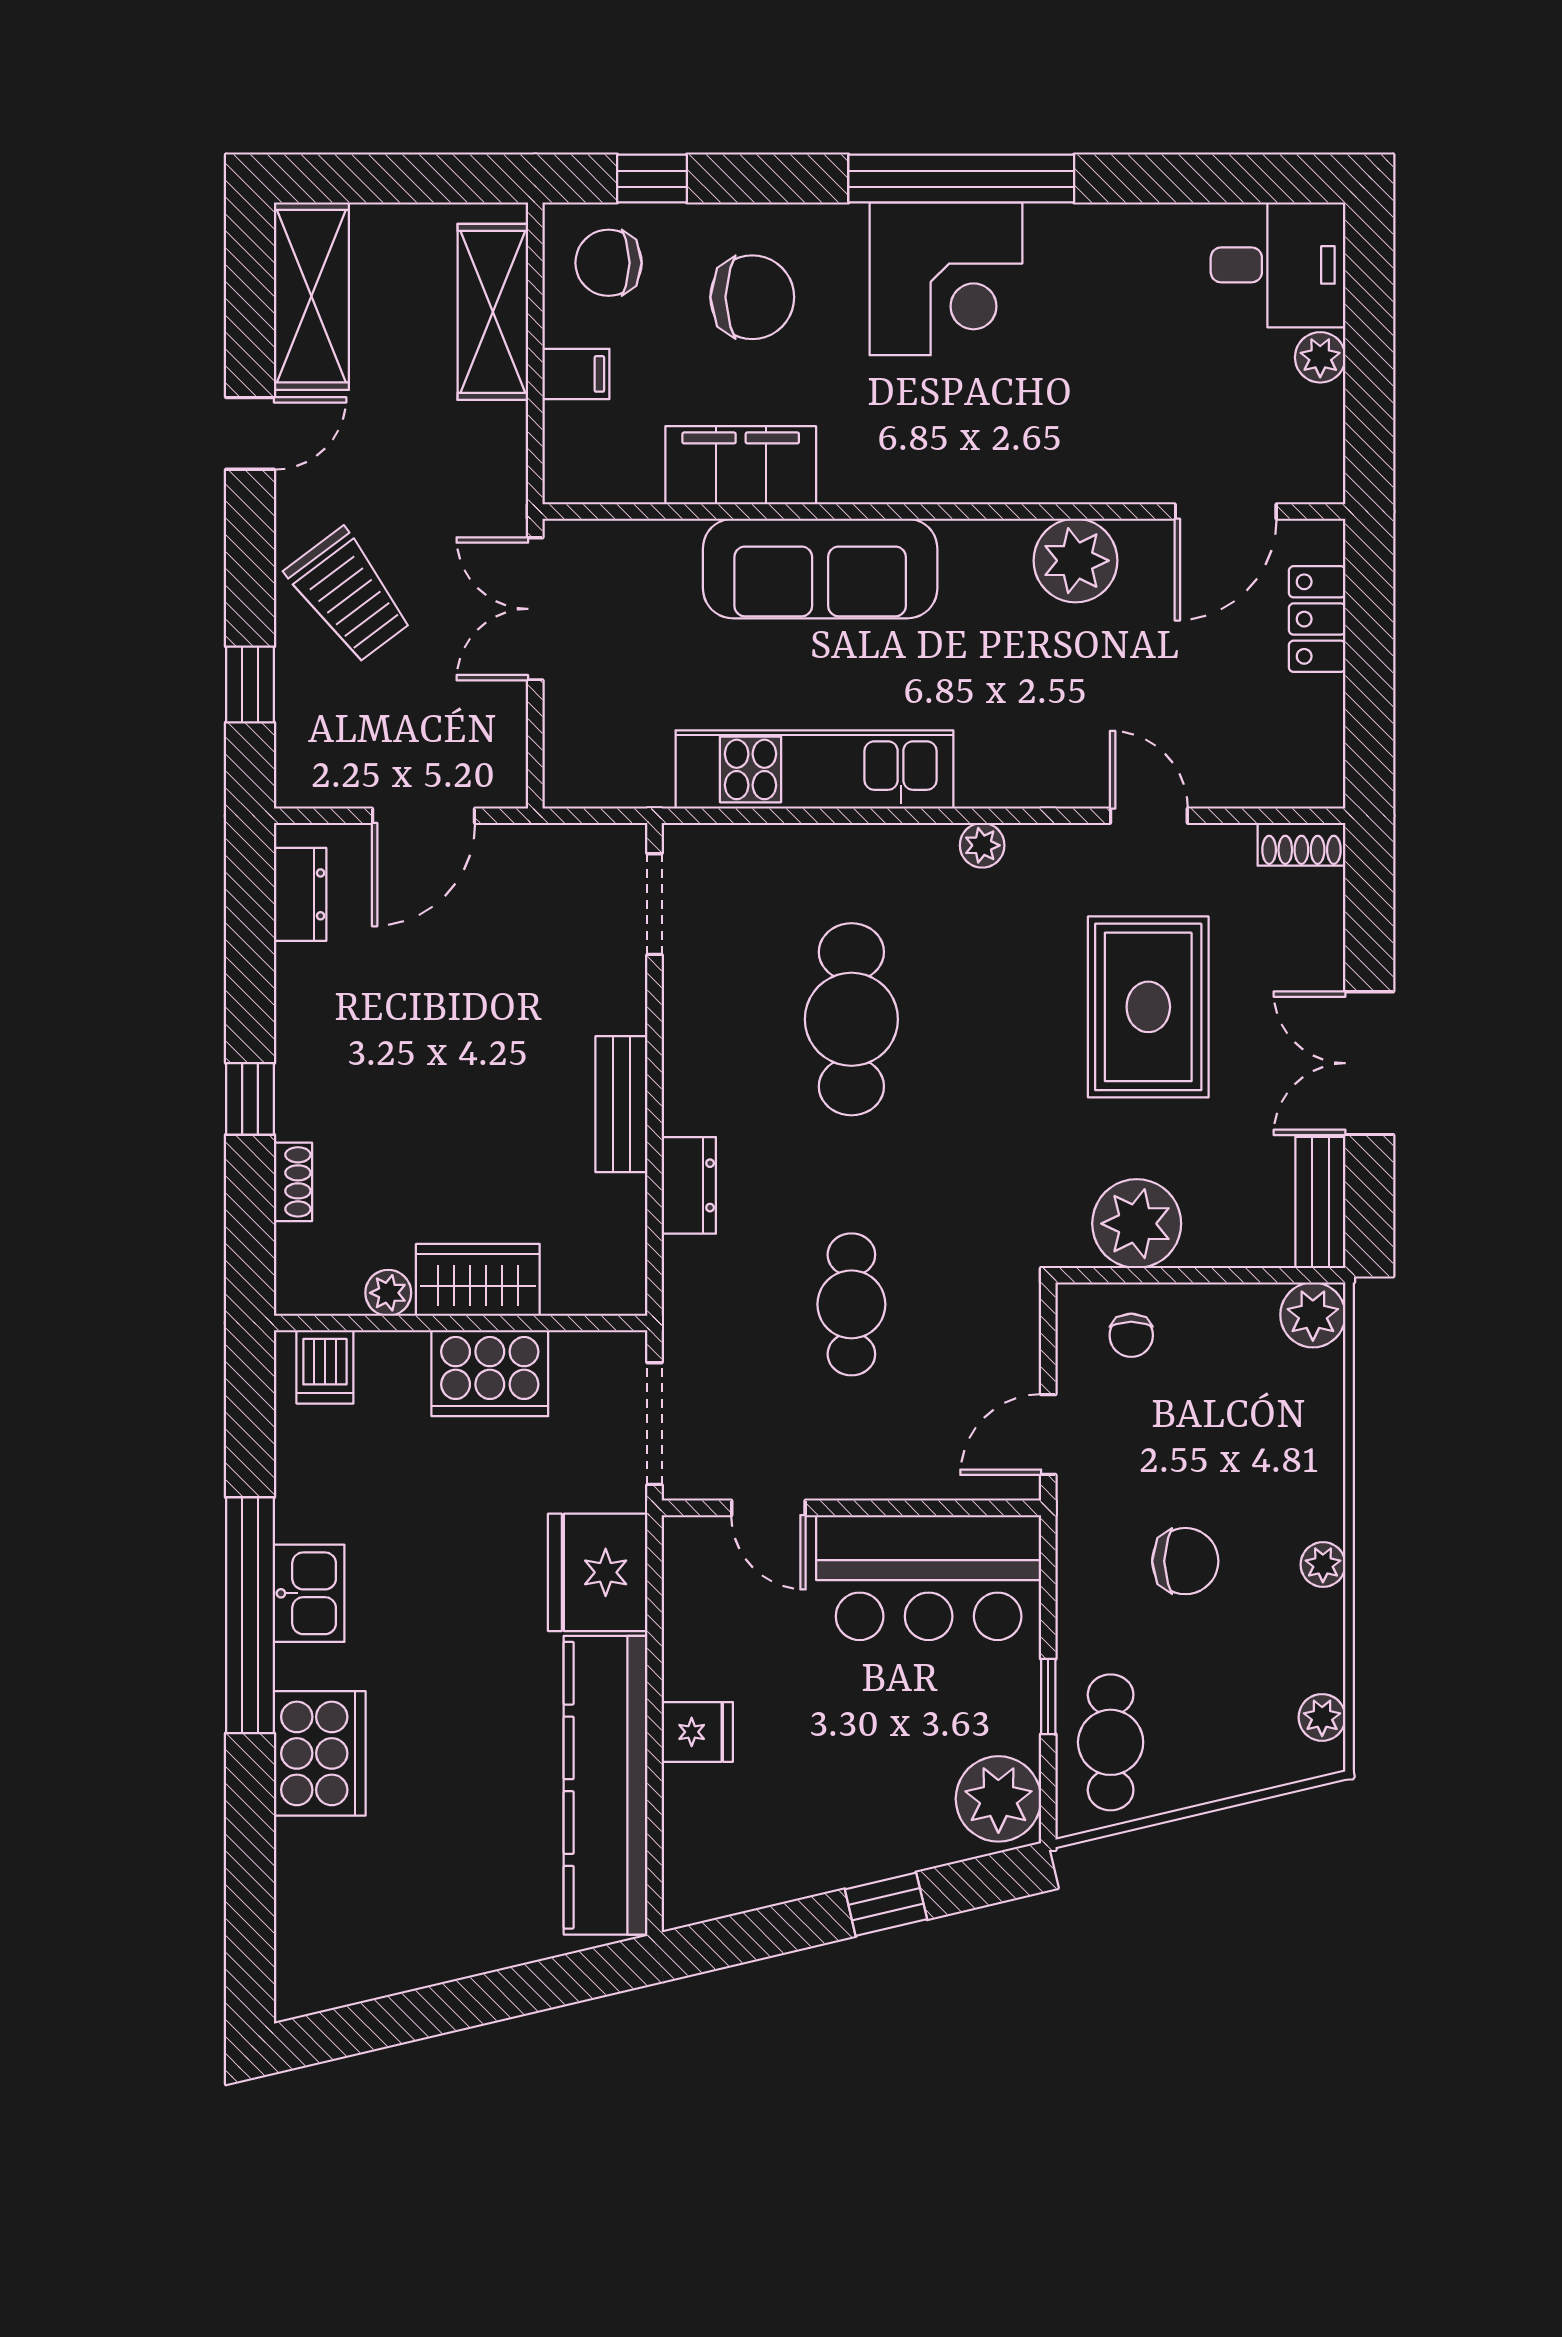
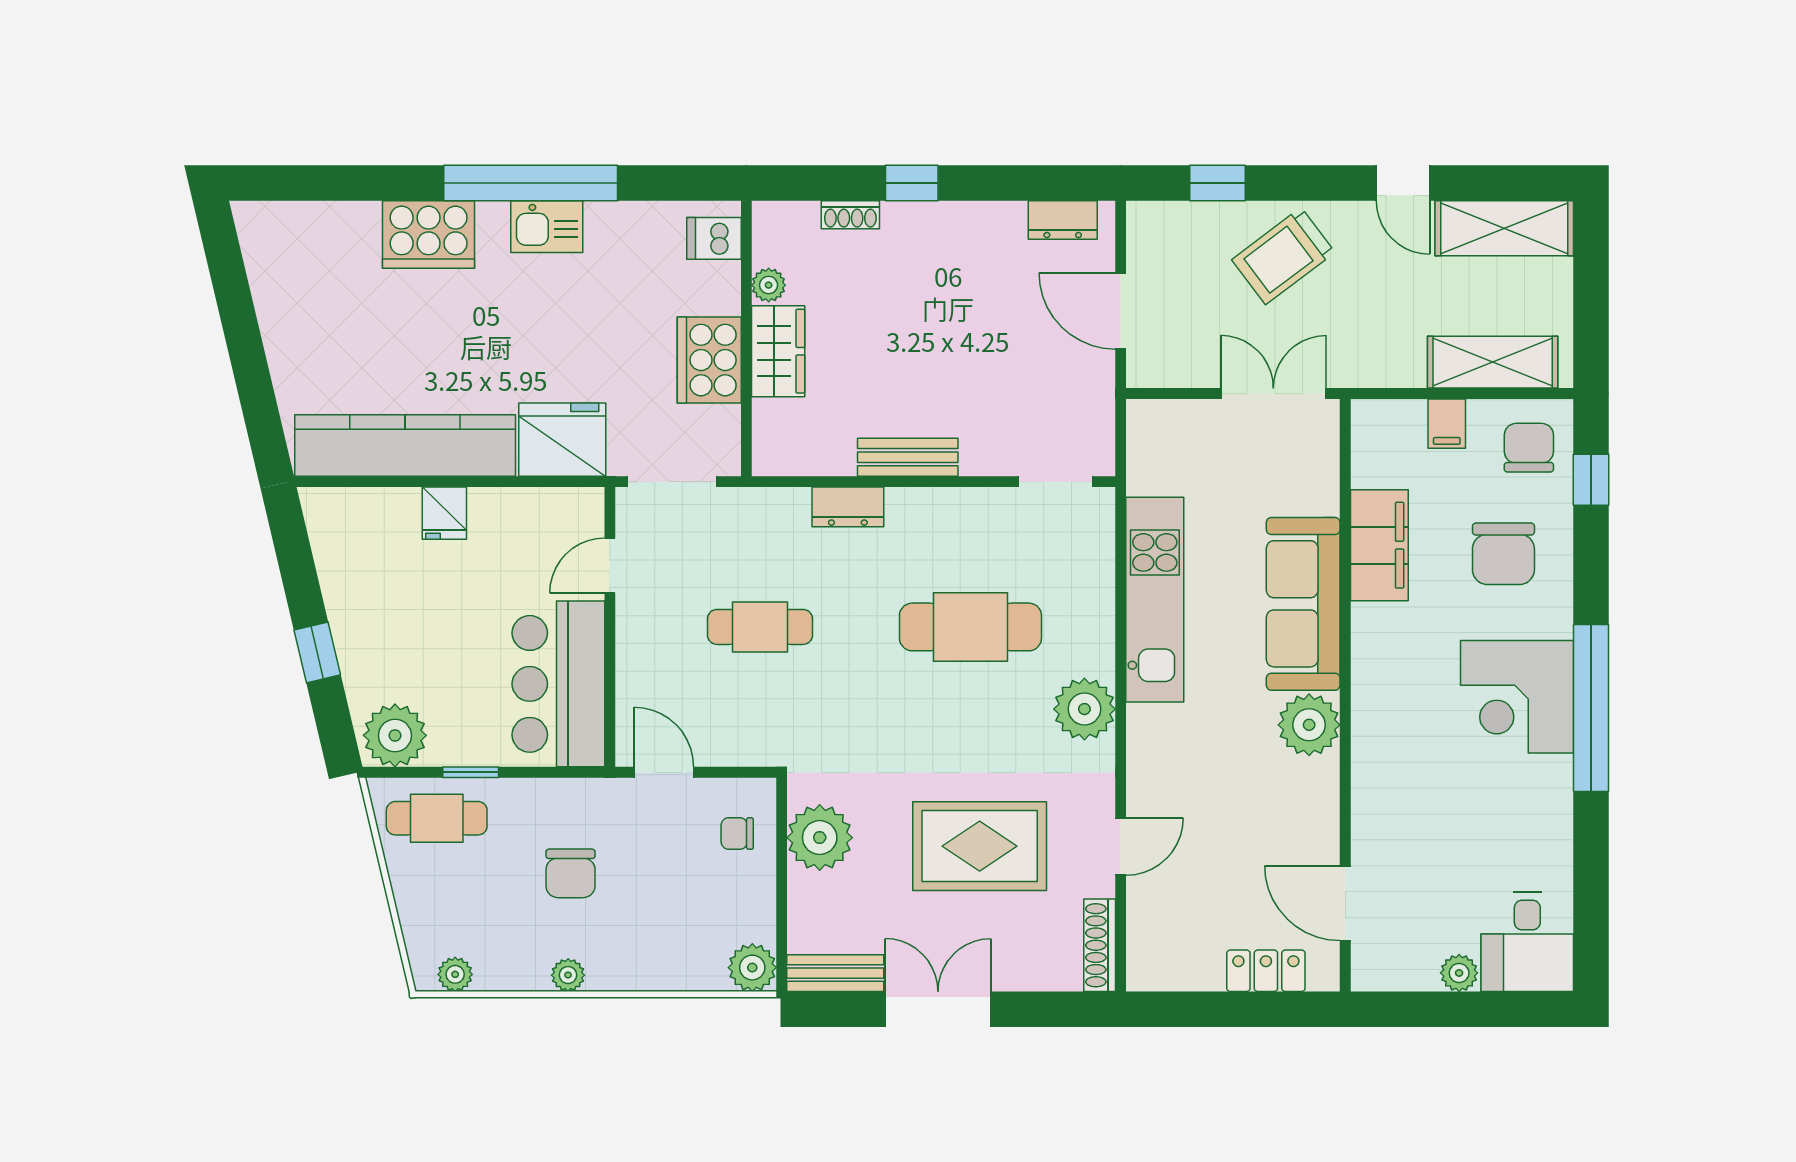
plant: (1075, 561) -> (1309, 725), moved
shoe rack: (1301, 844) -> (1100, 945), width x1.43
plant: (982, 845) -> (1084, 709), width x1.88, depth x1.88

